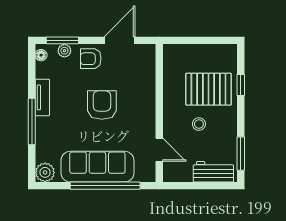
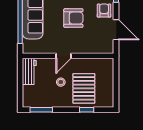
door: (159, 150) -> (64, 56), moved
workbench: (213, 172) -> (29, 71), moved

